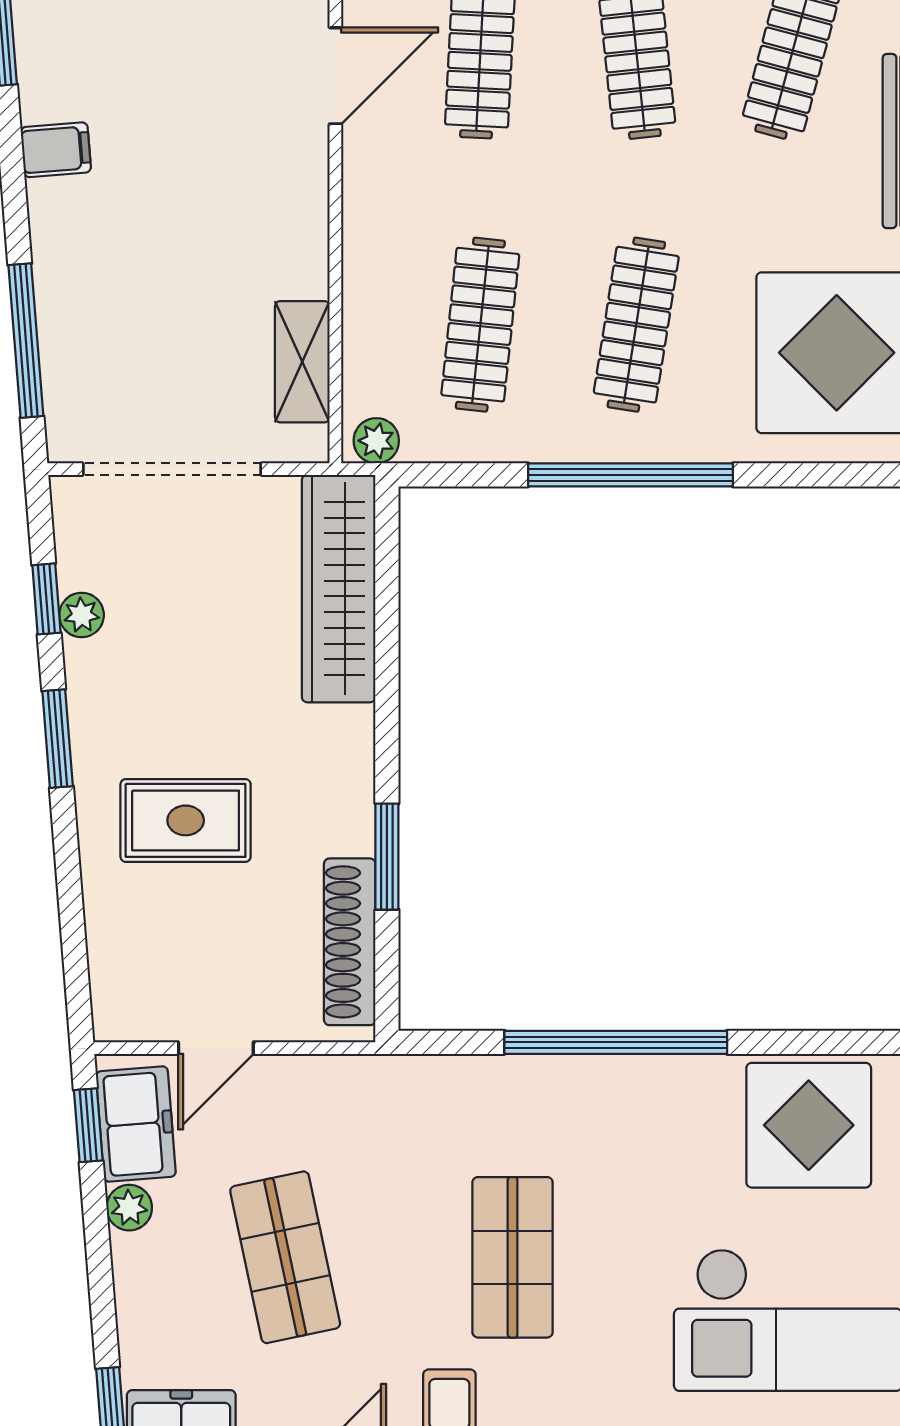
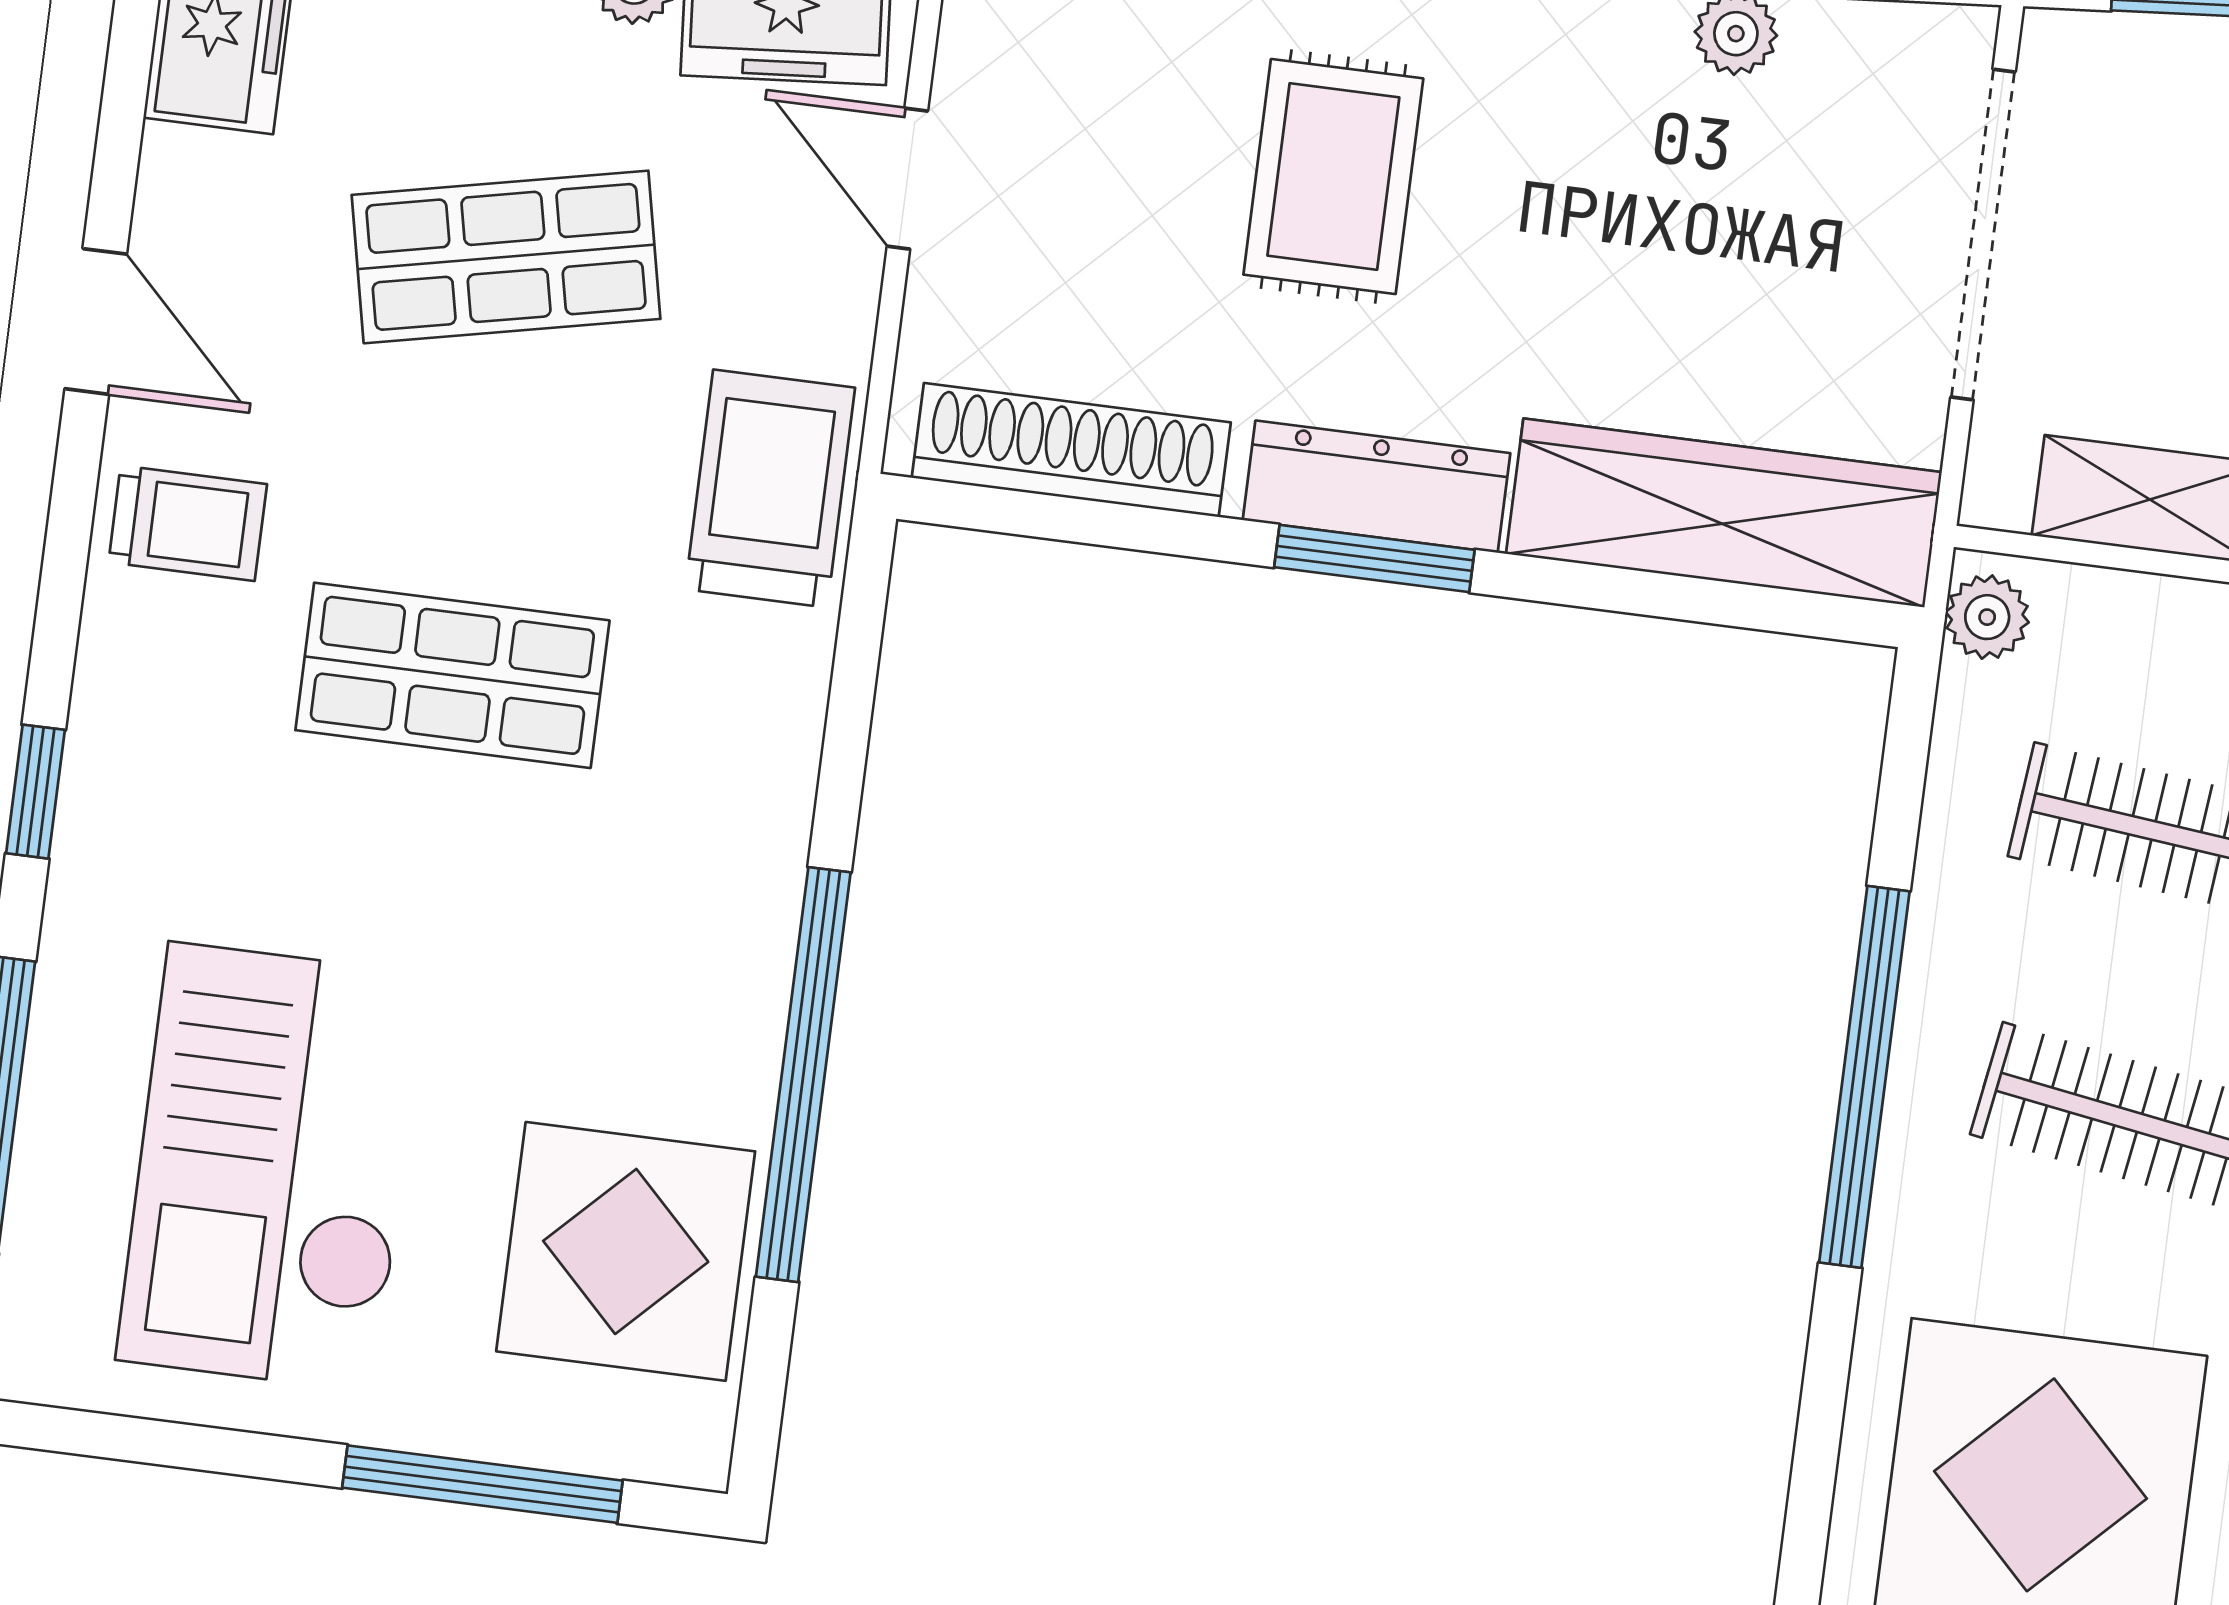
dresser: (348, 776) -> (1376, 487), added
window: (387, 857) -> (1374, 558), moved
window: (616, 1042) -> (803, 1075), moved
trolley: (391, 1100) -> (770, 489), added

